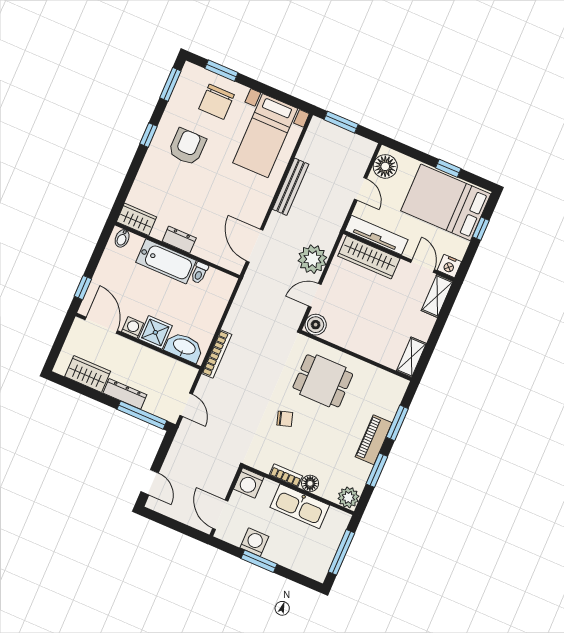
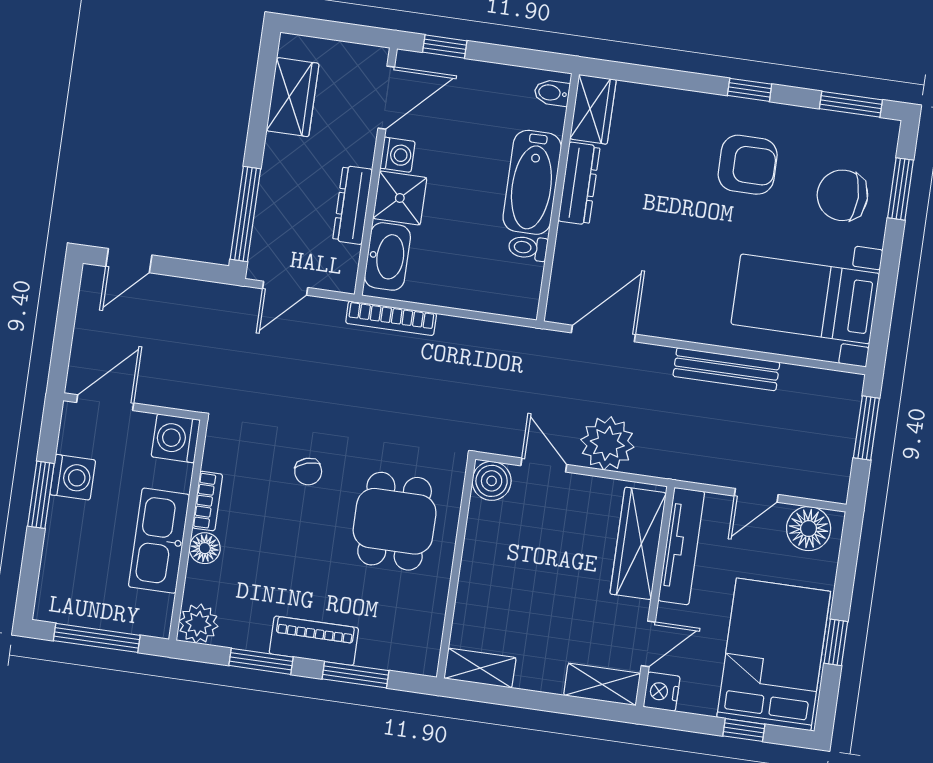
dresser: (179, 240) -> (579, 183), width x1.44
dresser: (125, 394) -> (353, 205), moved, turned 180

